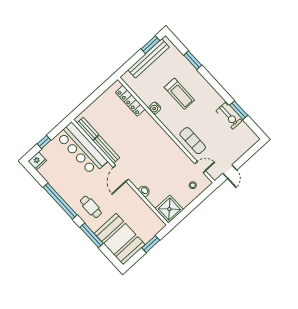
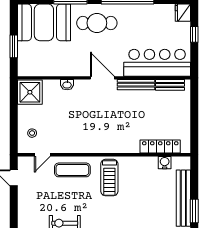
treadmill: (179, 94) -> (109, 178), moved, turned -90
water cooler: (155, 108) -> (165, 163), moved
cafe table: (91, 207) -> (97, 23), width x1.37, depth x1.35

